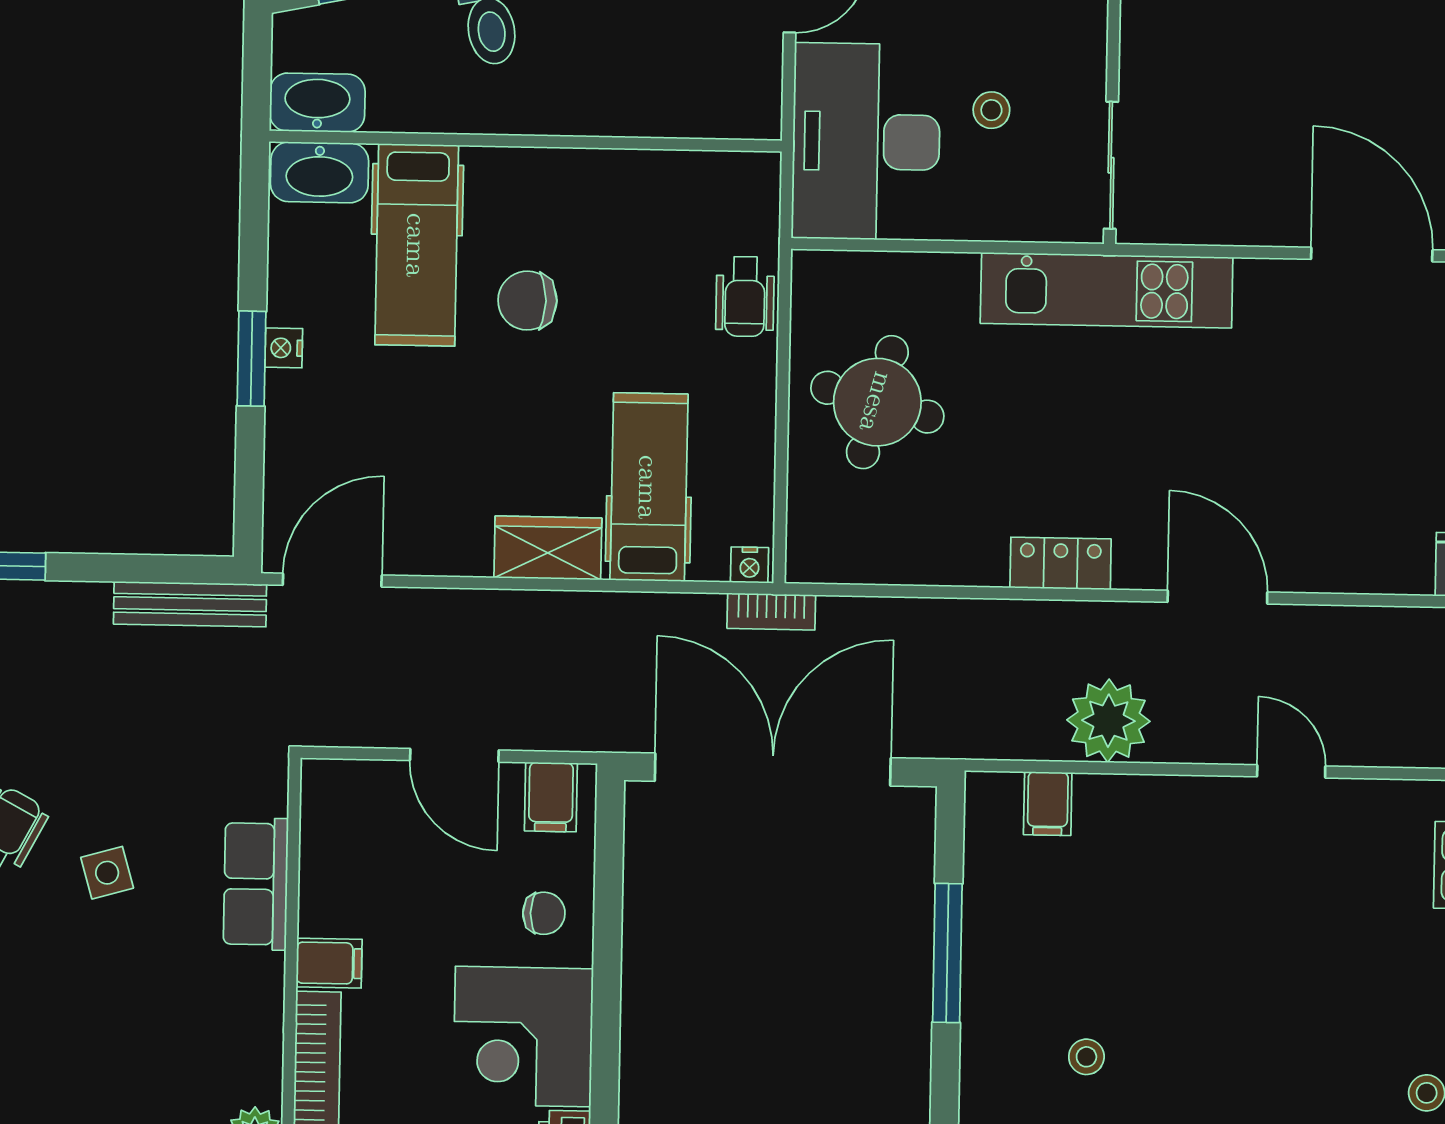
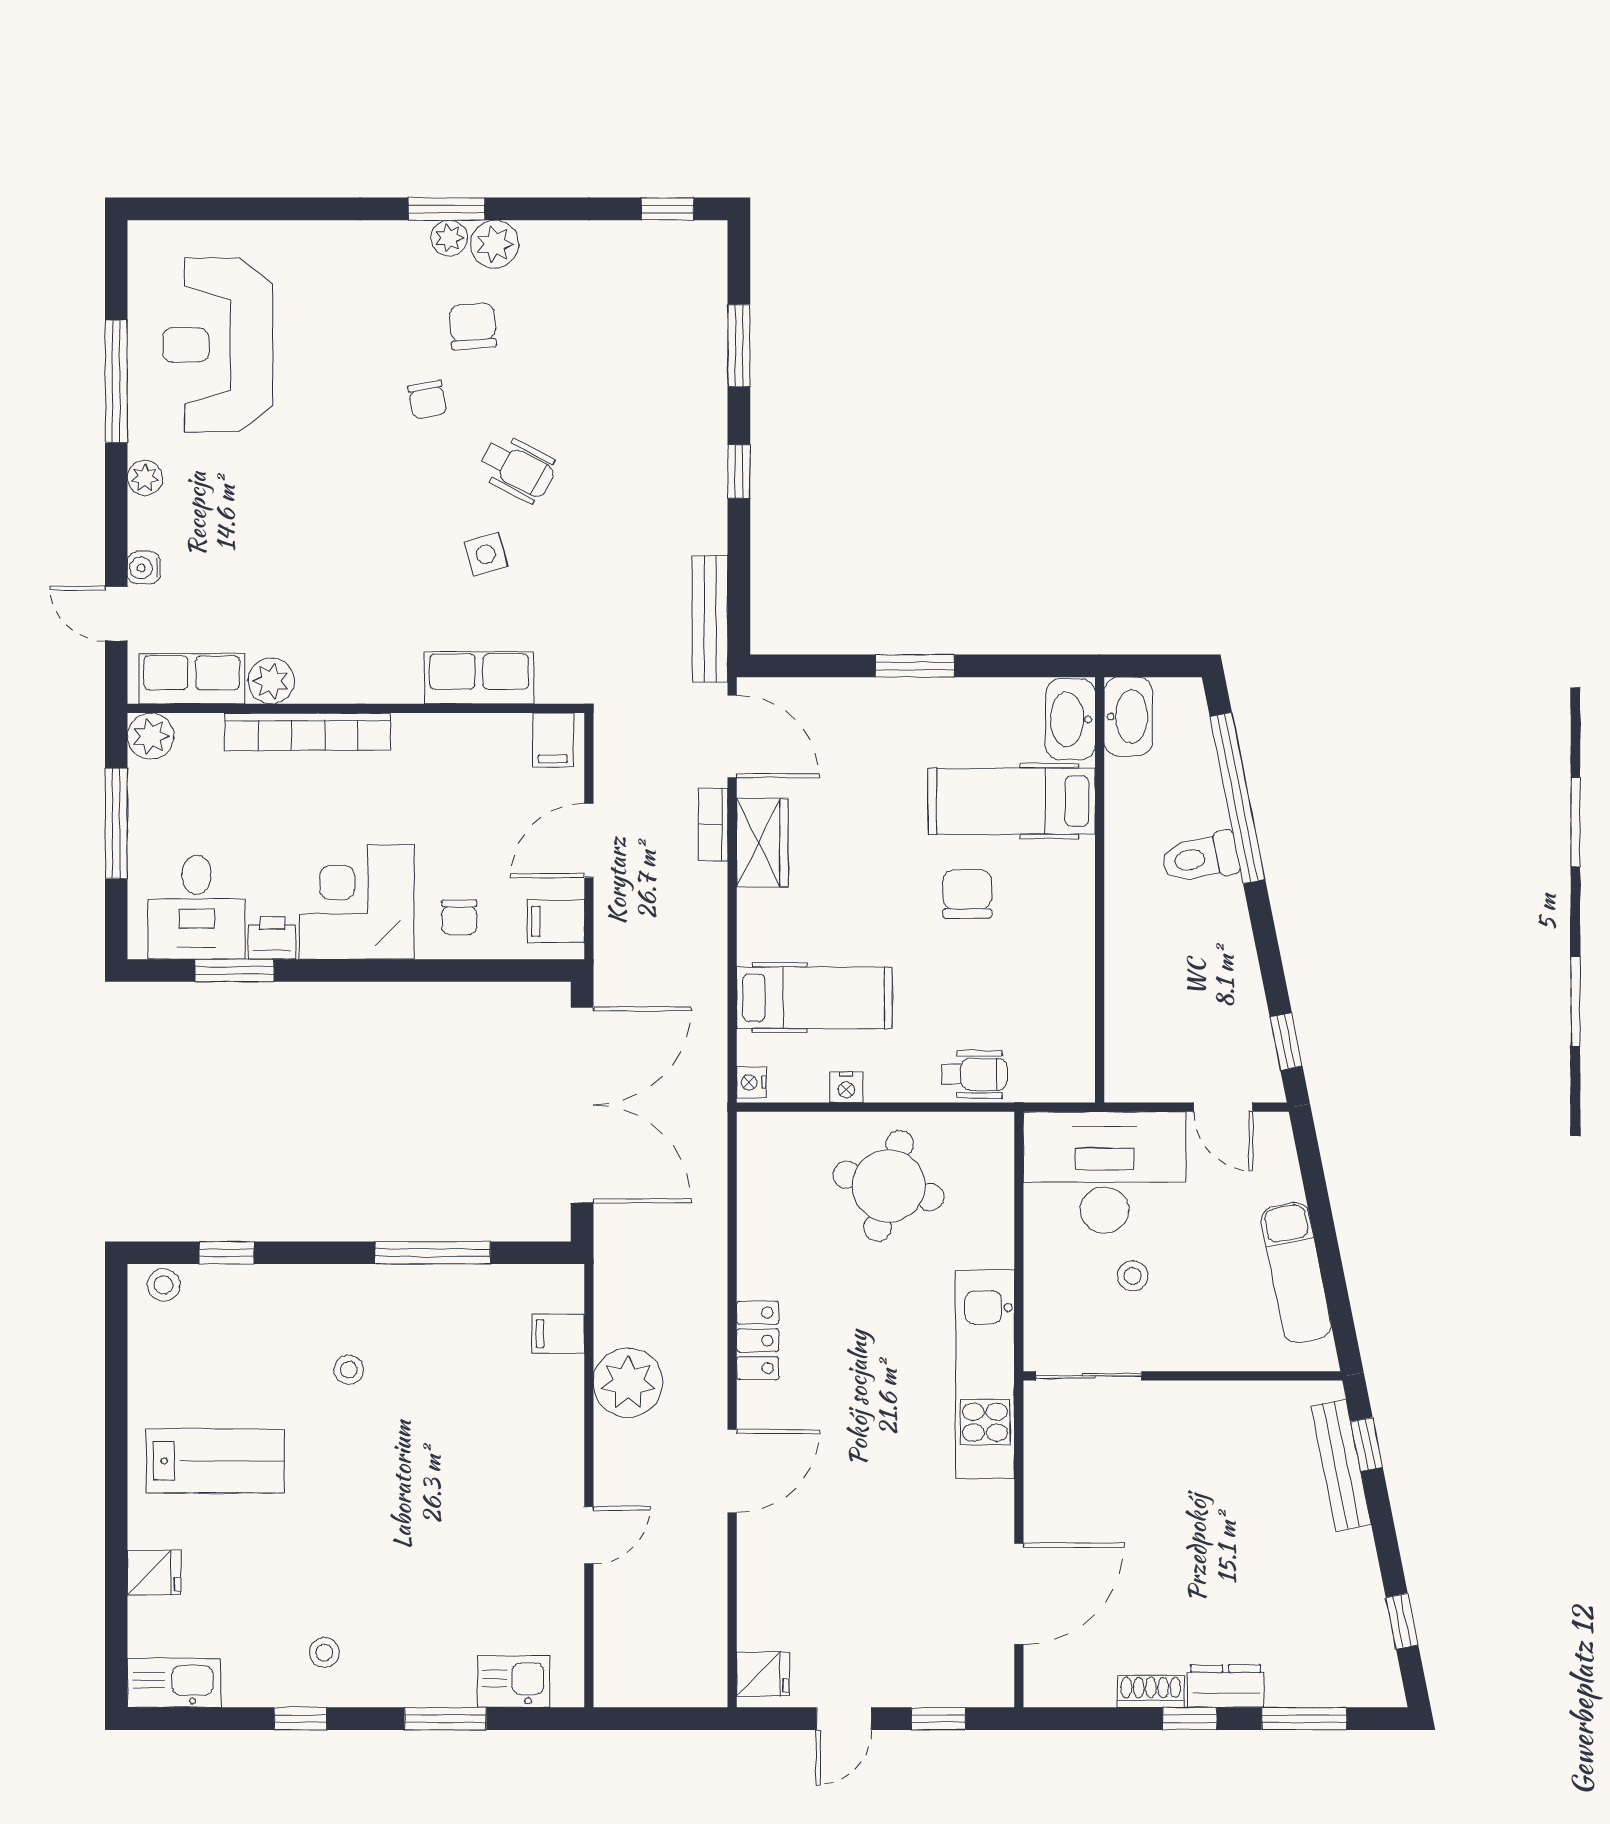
wheelchair: (745, 296) -> (974, 1074), turned 180
nightstand: (284, 348) -> (846, 1087), moved, turned 180
wardrobe: (548, 548) -> (762, 843), moved
bookcase: (771, 612) -> (713, 825), moved
filing cabinet: (329, 963) -> (553, 740), moved

